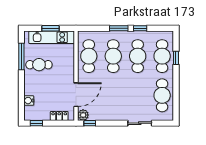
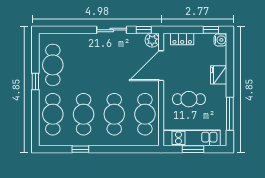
window: (119, 28) -> (107, 149), removed
window: (176, 58) -> (35, 81), moved
cafe table: (39, 65) -> (189, 99), moved
fridge: (30, 87) -> (219, 75), added
water cooler: (29, 101) -> (220, 40), moved
sliding door: (140, 123) -> (112, 30), moved

